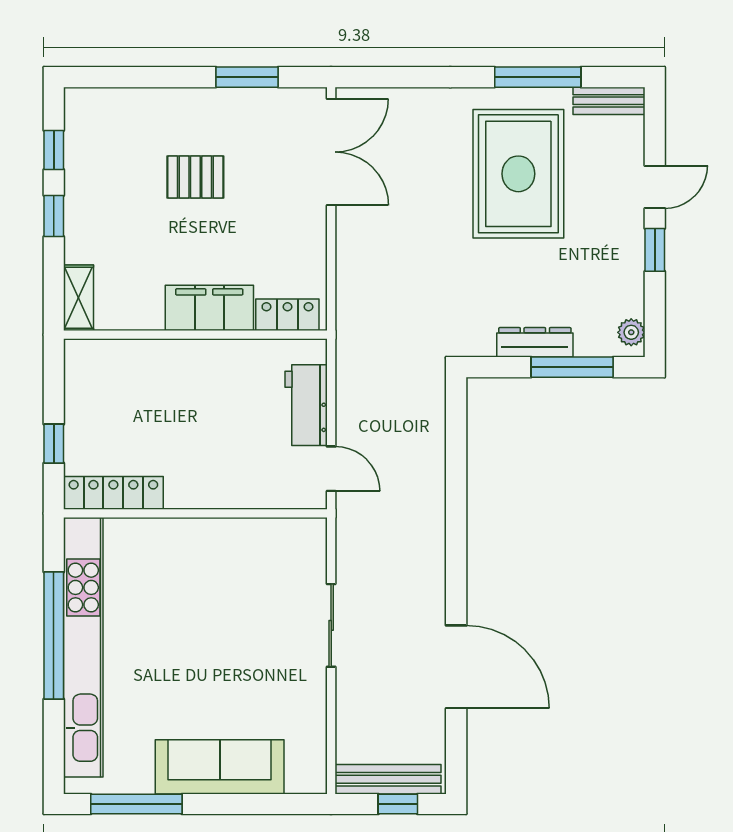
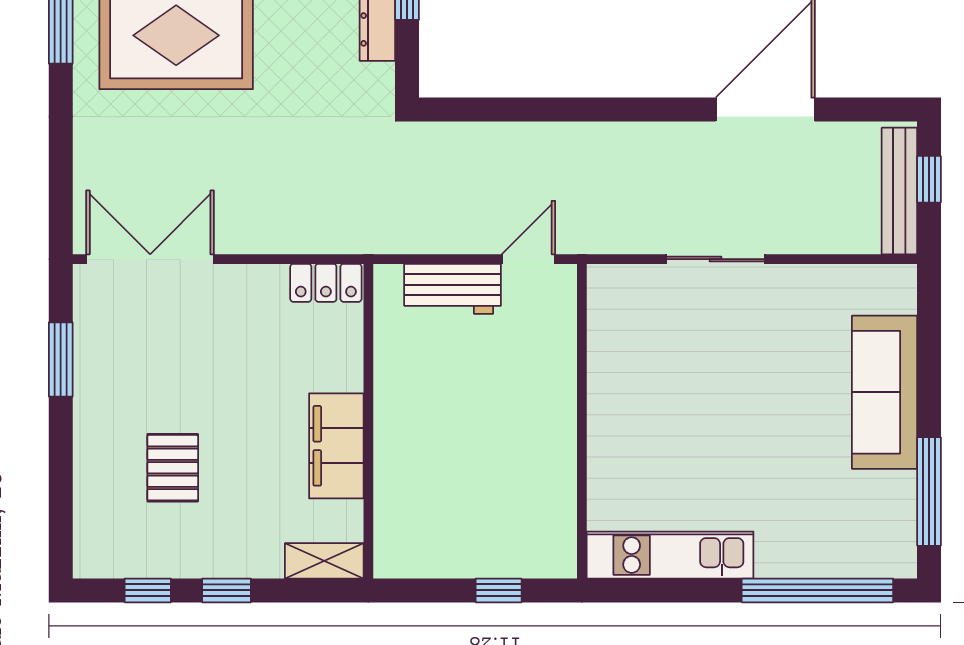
pallet: (195, 177) -> (173, 468), moved
filing cabinet: (209, 308) -> (336, 446), moved
locker: (287, 315) -> (326, 283), moved, turned -90
locker: (113, 493) -> (557, 519), removed
window: (54, 636) -> (817, 590), moved
kitchen unit: (83, 647) -> (670, 555), width x0.54

